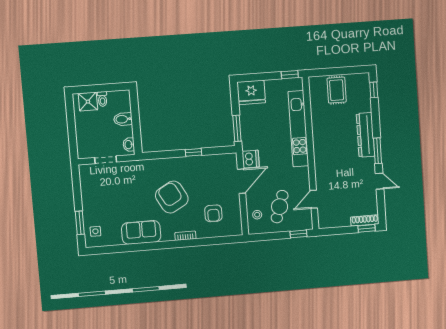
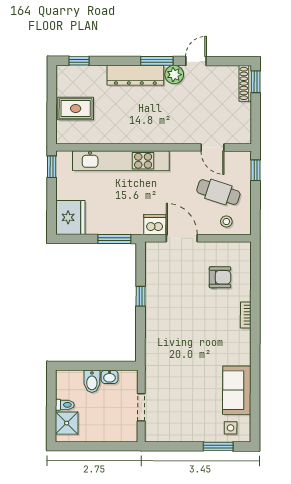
washbasin: (129, 145) -> (110, 377), moved
plant: (368, 165) -> (174, 75), added
armchair: (172, 197) -> (195, 328), removed
sofa: (141, 232) -> (237, 390), moved

